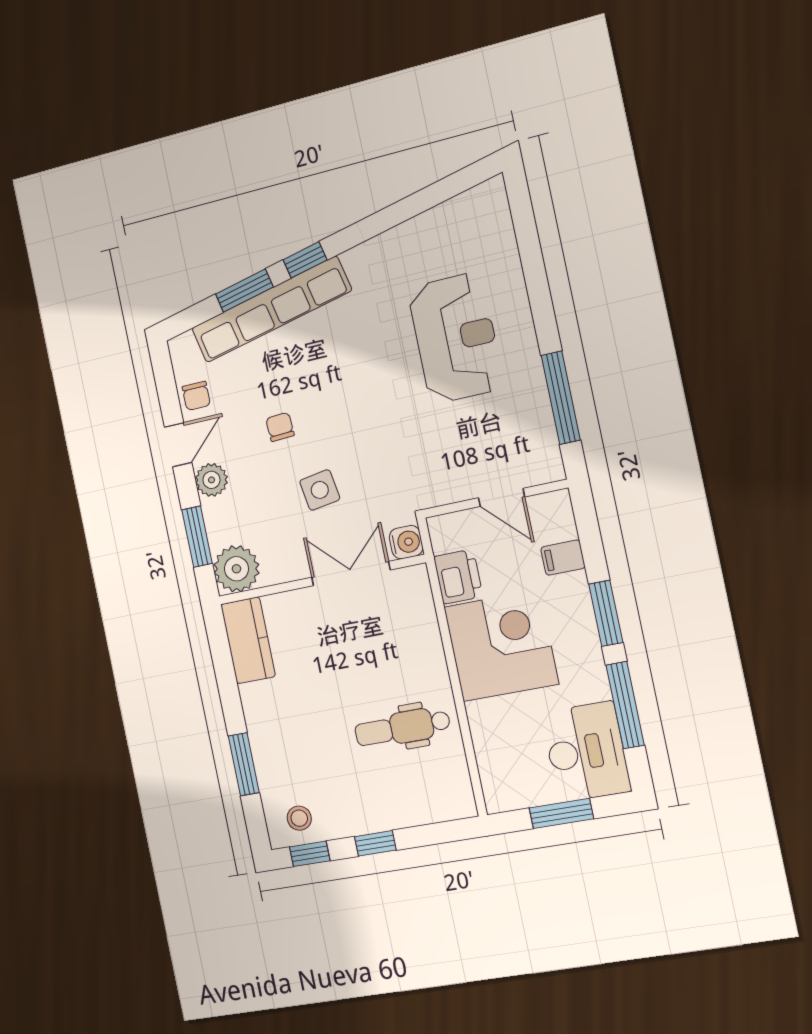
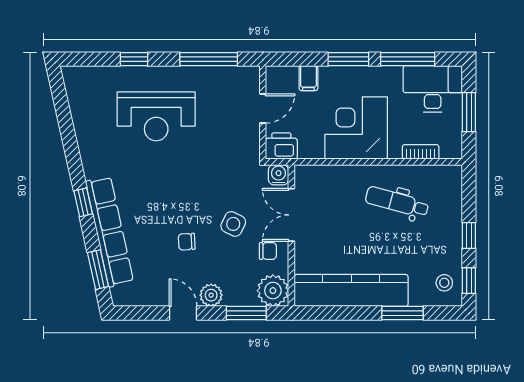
window: (537, 283) -> (134, 59), added
window: (244, 291) -> (98, 270), moved
reception desk: (456, 338) -> (156, 116), turned 180
chair: (196, 396) -> (268, 251), moved
side table: (320, 490) -> (233, 224), turned 35
printer: (458, 577) -> (281, 146), moved
kitchen counter: (248, 640) -> (351, 290), width x2.08, depth x1.17
dental chair: (402, 728) -> (397, 202), turned 105
bookcase: (485, 750) -> (421, 152), added

